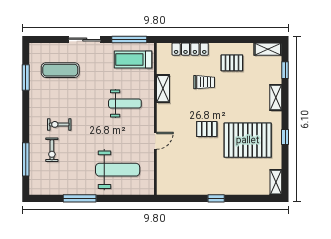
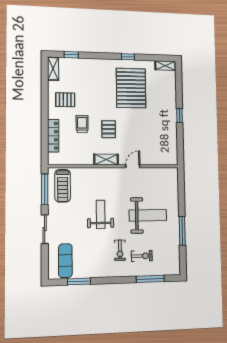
pallet: (232, 63) -> (65, 100), turned 90
exercise mat: (60, 70) -> (65, 261), moved
shelving: (163, 89) -> (106, 160), moved
shelving: (276, 98) -> (95, 63), removed
weight bench: (125, 103) -> (101, 214), moved
pallet: (207, 129) -> (109, 129), moved
door: (155, 141) -> (133, 166), hinge flipped
weight bench: (118, 170) -> (148, 215), moved, turned 90

